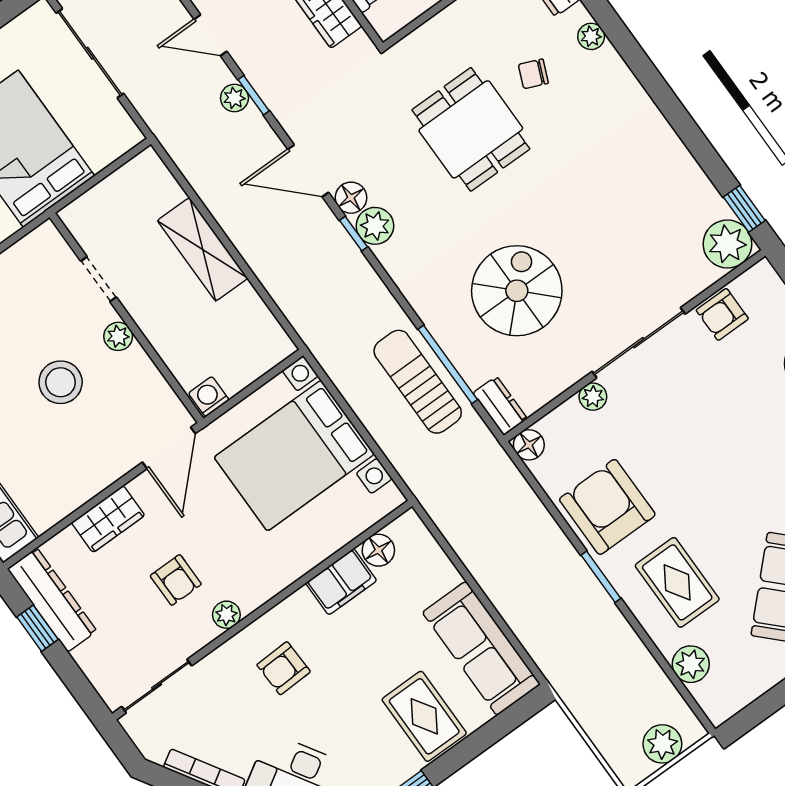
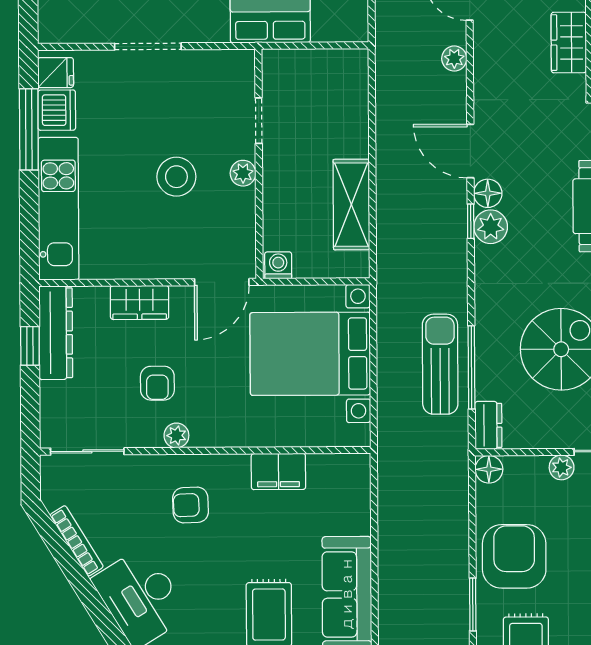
window: (254, 95) -> (470, 67), removed
shelving: (203, 249) -> (351, 205), moved
floor lamp: (378, 550) -> (323, 468), removed

